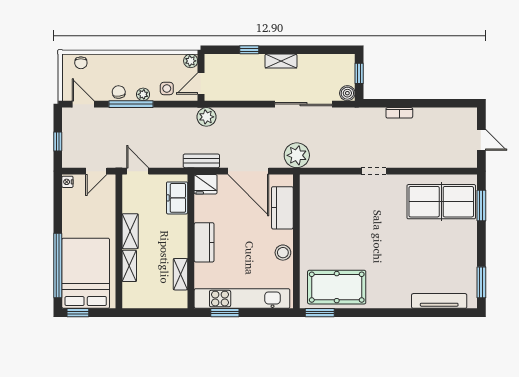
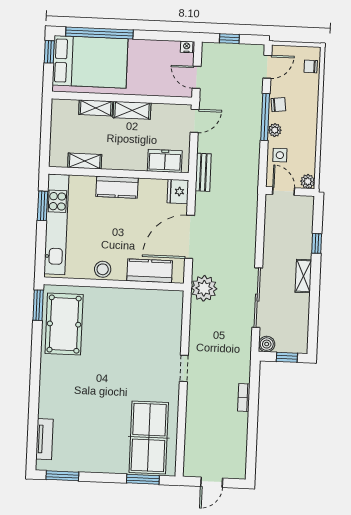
plant: (206, 117) -> (248, 195), removed
bench: (201, 161) -> (203, 172), moved
tv unit: (439, 301) -> (45, 439), width x0.71

